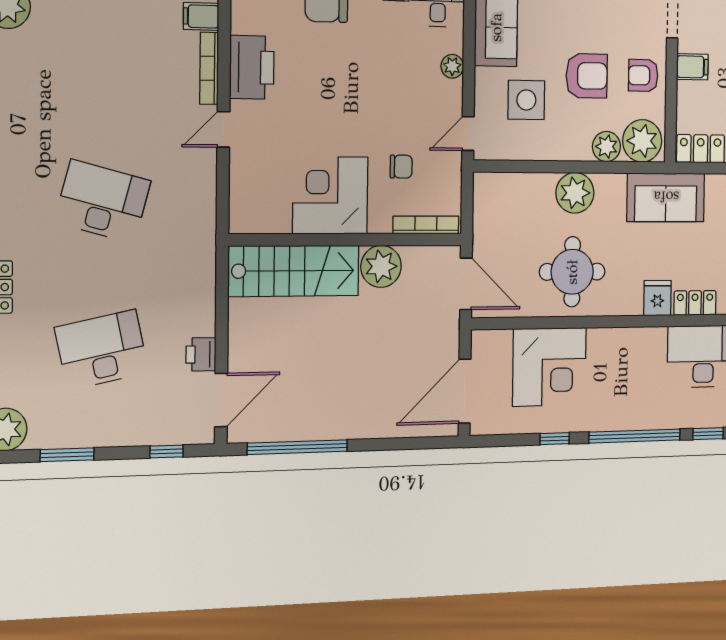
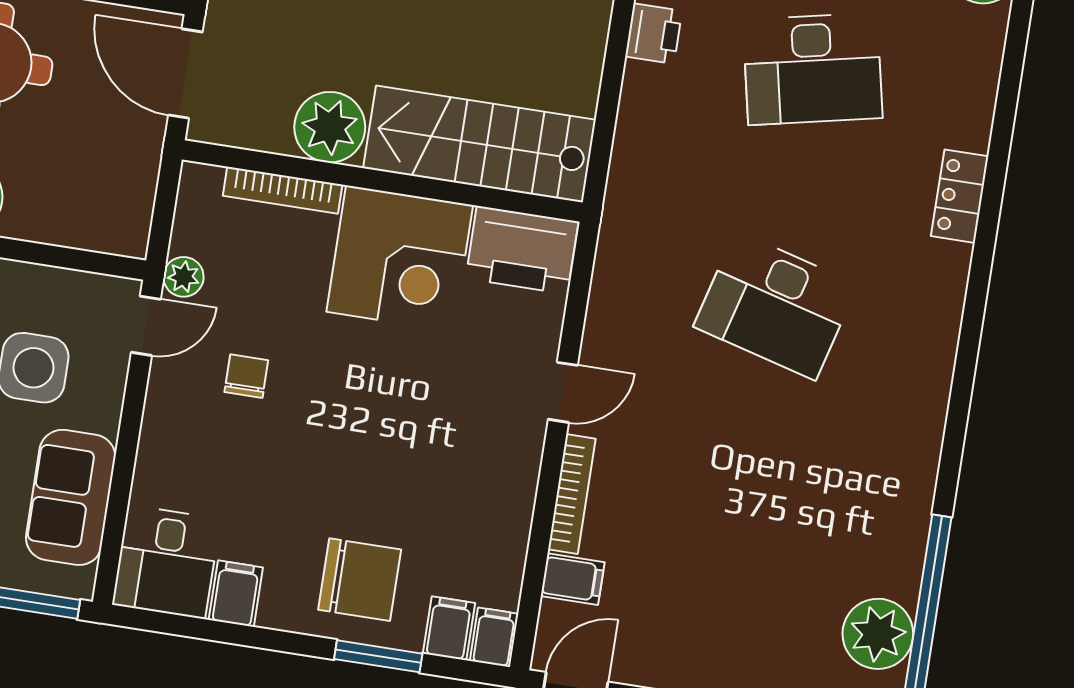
plant: (452, 66) -> (183, 277), moved
printer: (252, 67) -> (522, 250), moved, turned -90
chair: (401, 167) -> (246, 376), moved, turned 90
bookcase: (426, 225) -> (283, 190), moved

